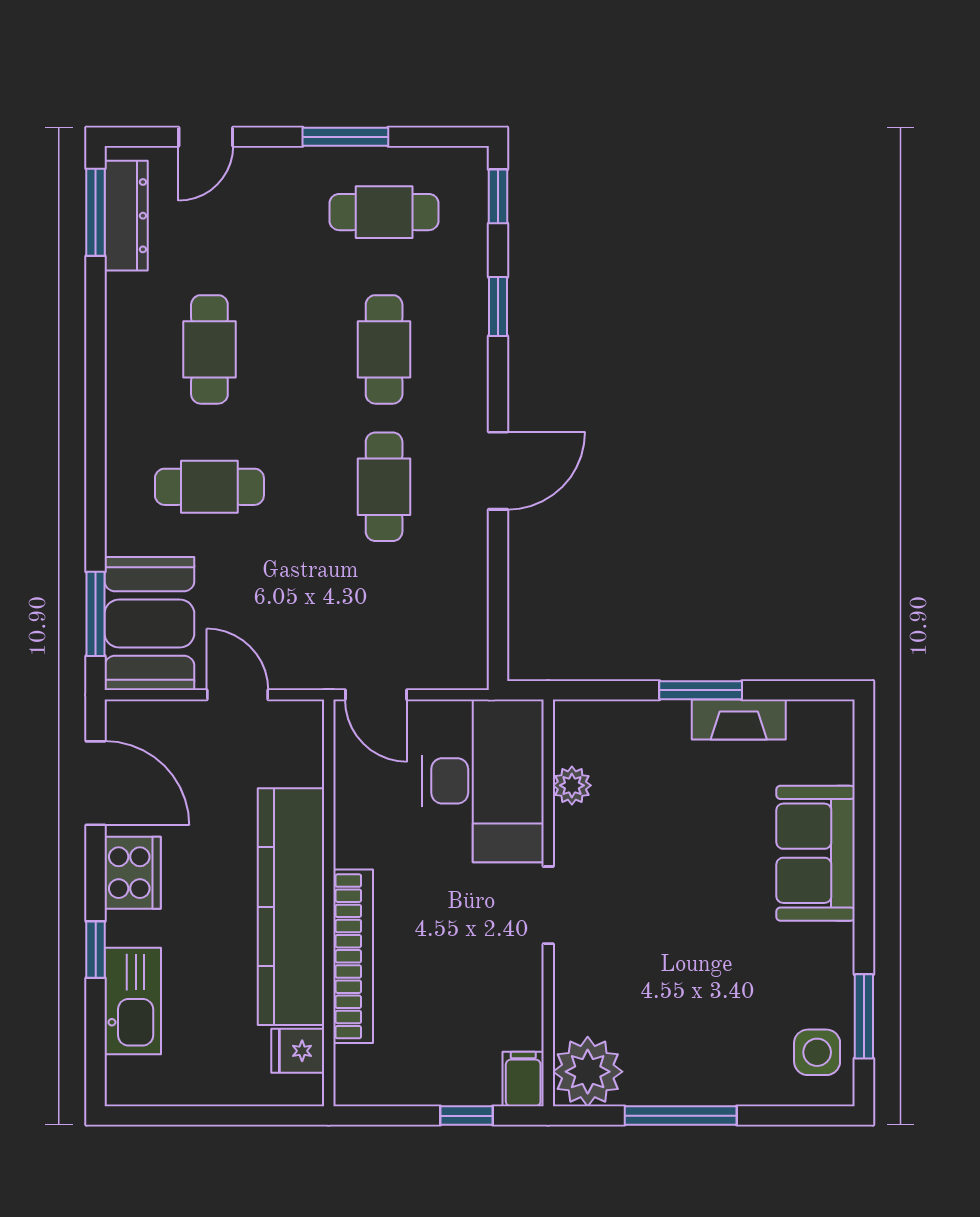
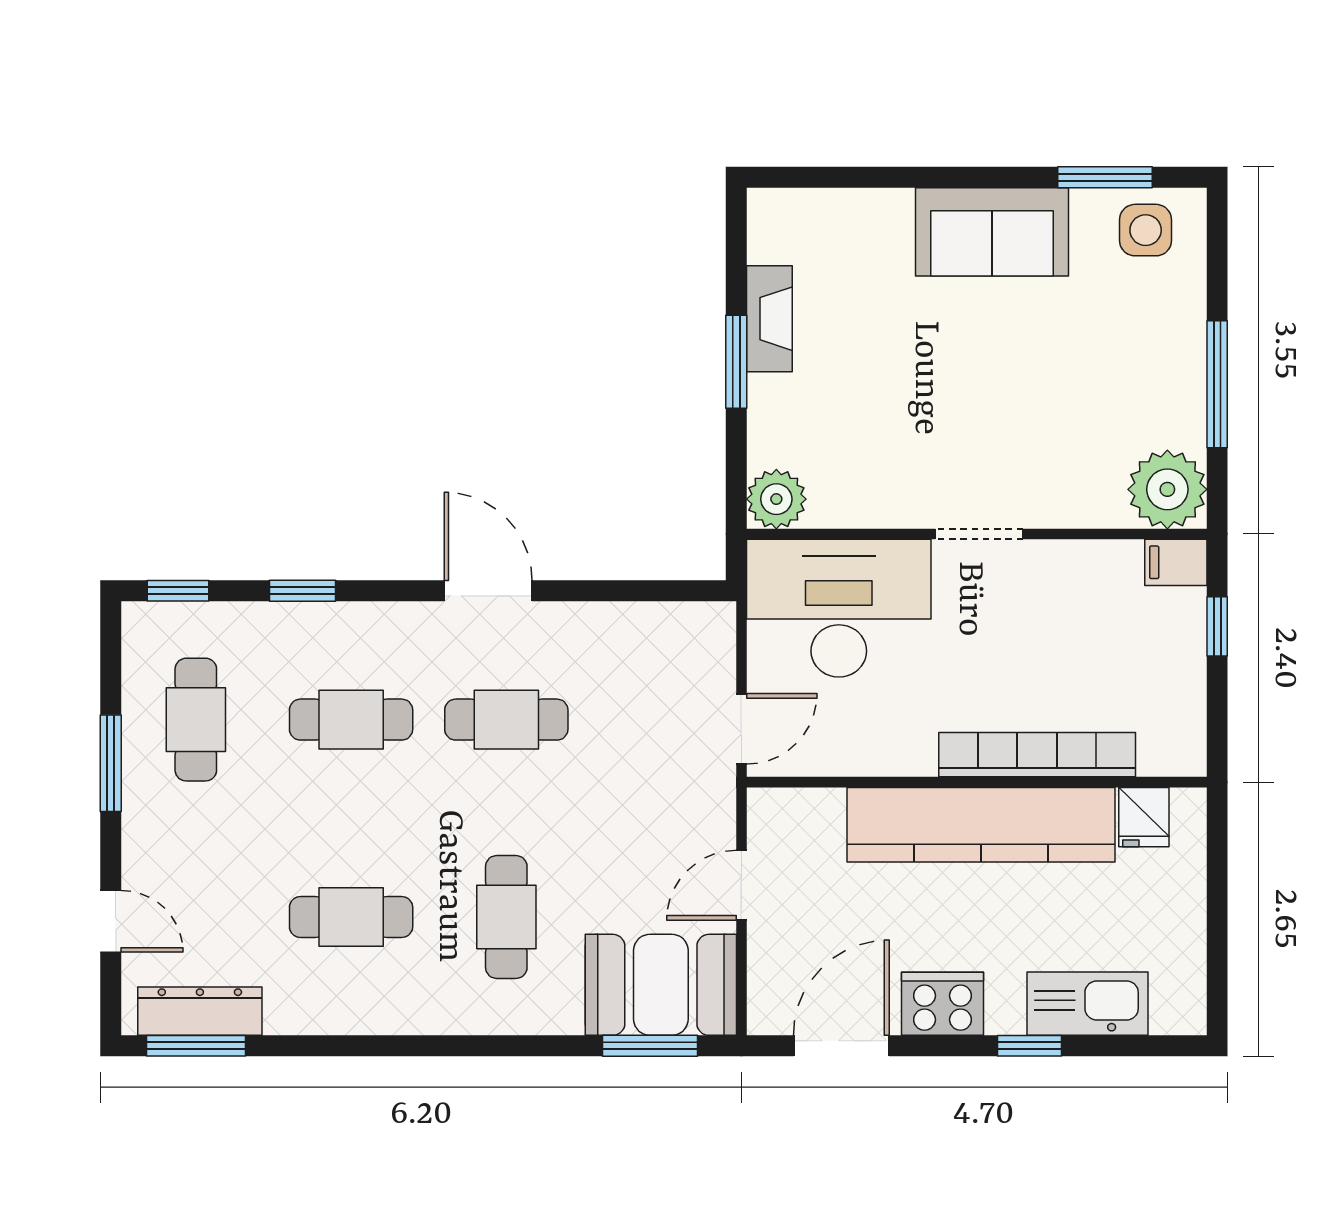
plant: (572, 785) -> (776, 499), moved, width x1.38, depth x1.38
sofa: (816, 853) -> (992, 232), moved

